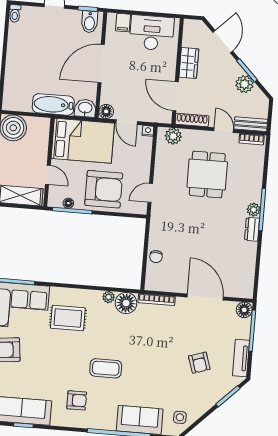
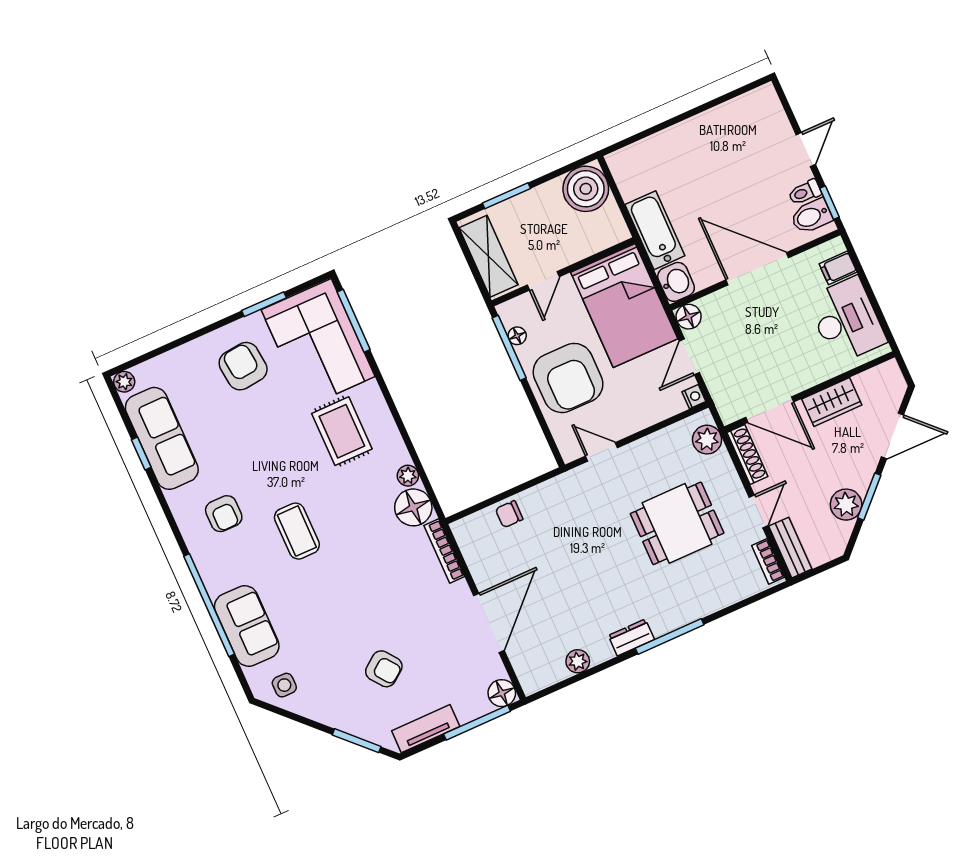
toilet: (15, 13) -> (805, 192), moved
door: (175, 96) -> (770, 410), swing flipped
plant: (254, 210) -> (578, 661), moved
armchair: (199, 363) -> (384, 669), turned -109

